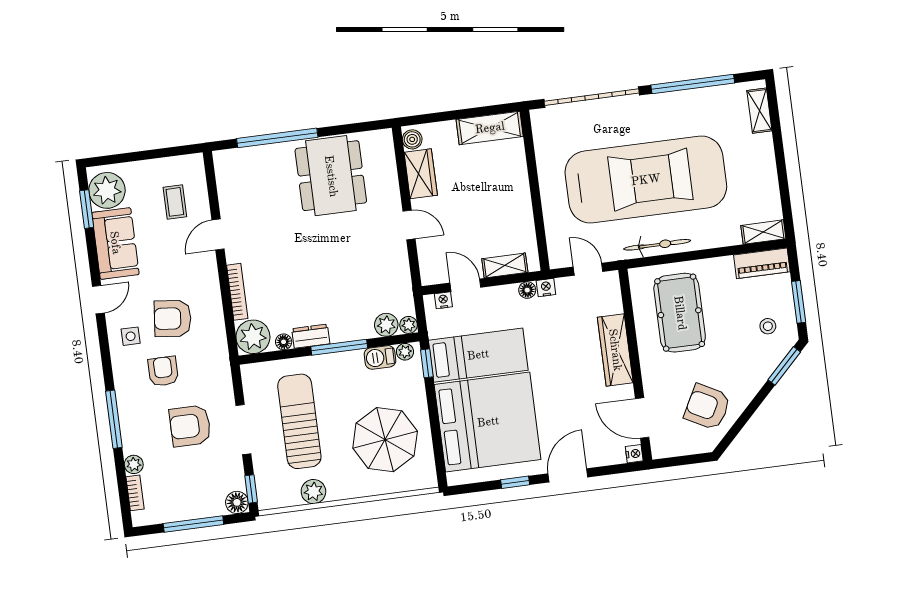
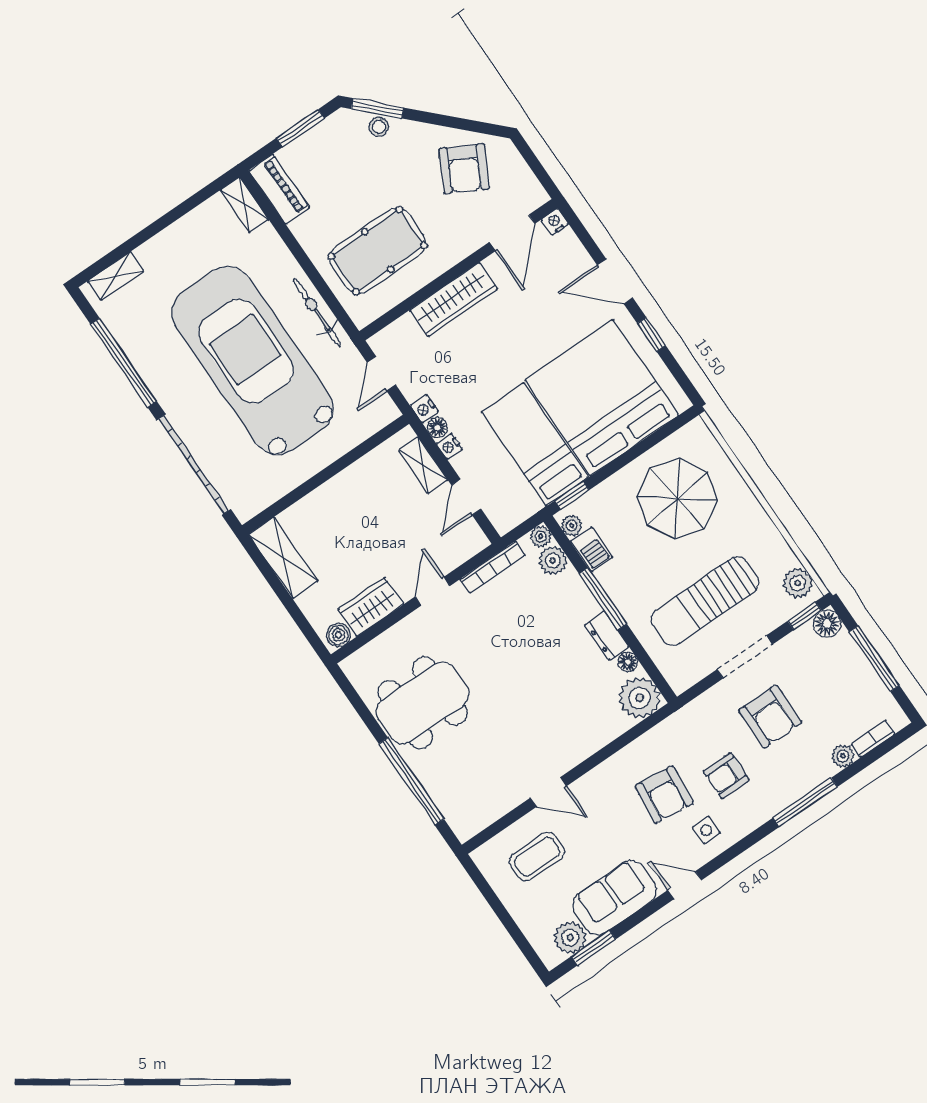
plant: (107, 190) -> (570, 938), width x0.73, depth x0.73
coffee table: (175, 202) -> (537, 857), width x1.36, depth x1.30
bookcase: (237, 292) -> (493, 567), moved, turned 180
nightstand: (443, 300) -> (449, 446), moved
stool: (768, 326) -> (379, 127), moved
plant: (313, 492) -> (798, 583), moved

